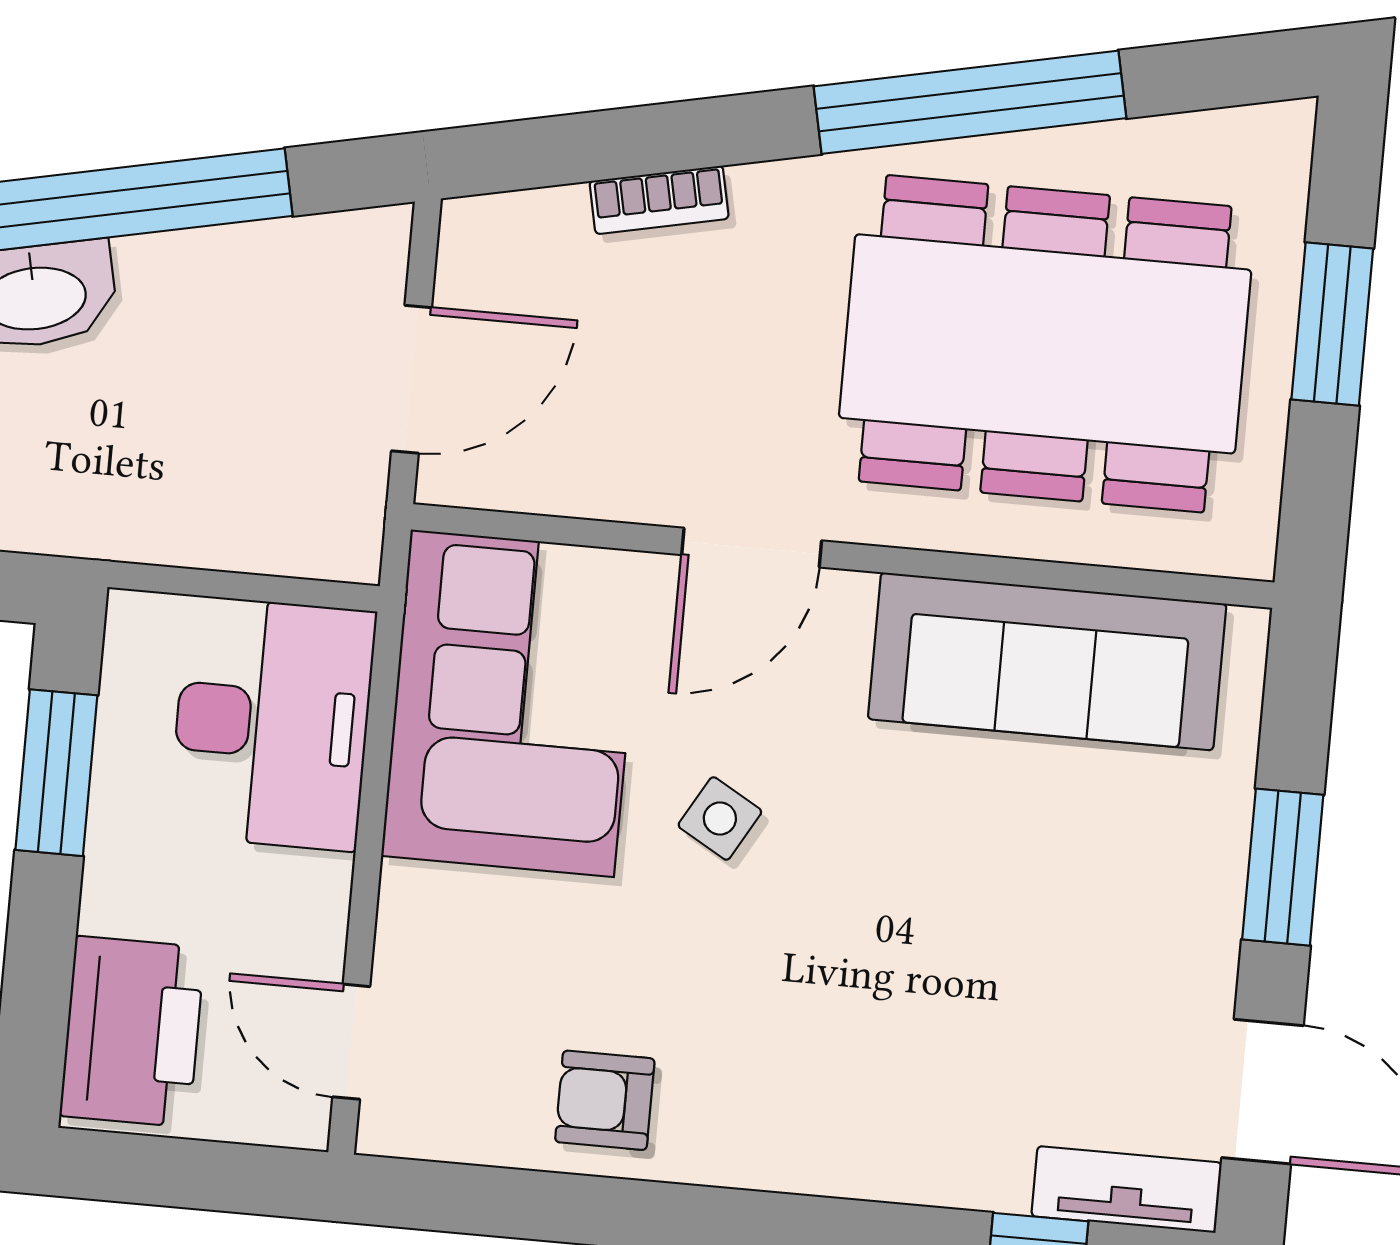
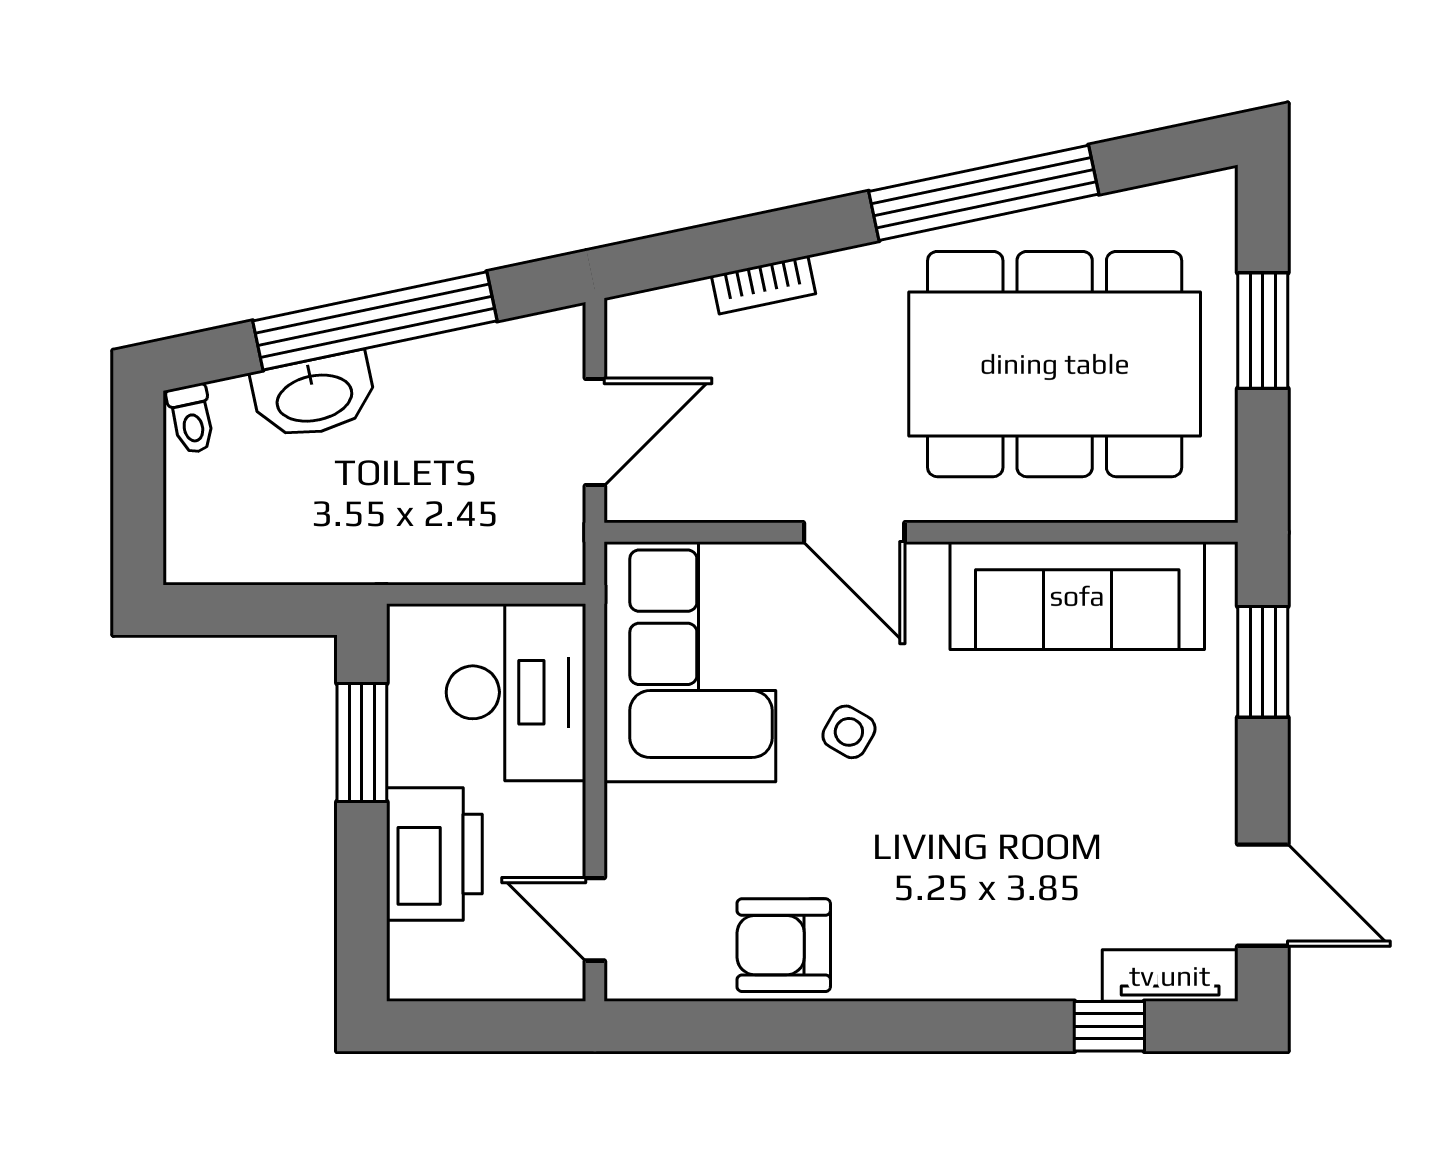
door: (752, 548) -> (854, 532), hinge flipped
window: (1283, 867) -> (1263, 662), moved
printer: (132, 1032) -> (434, 854), moved
armchair: (605, 1100) -> (784, 945), width x1.38, depth x1.38

